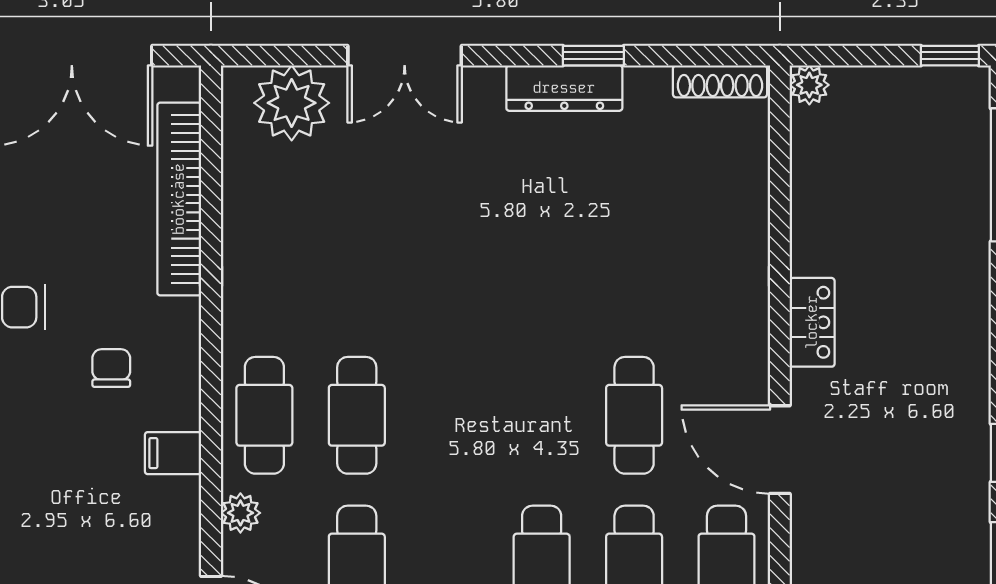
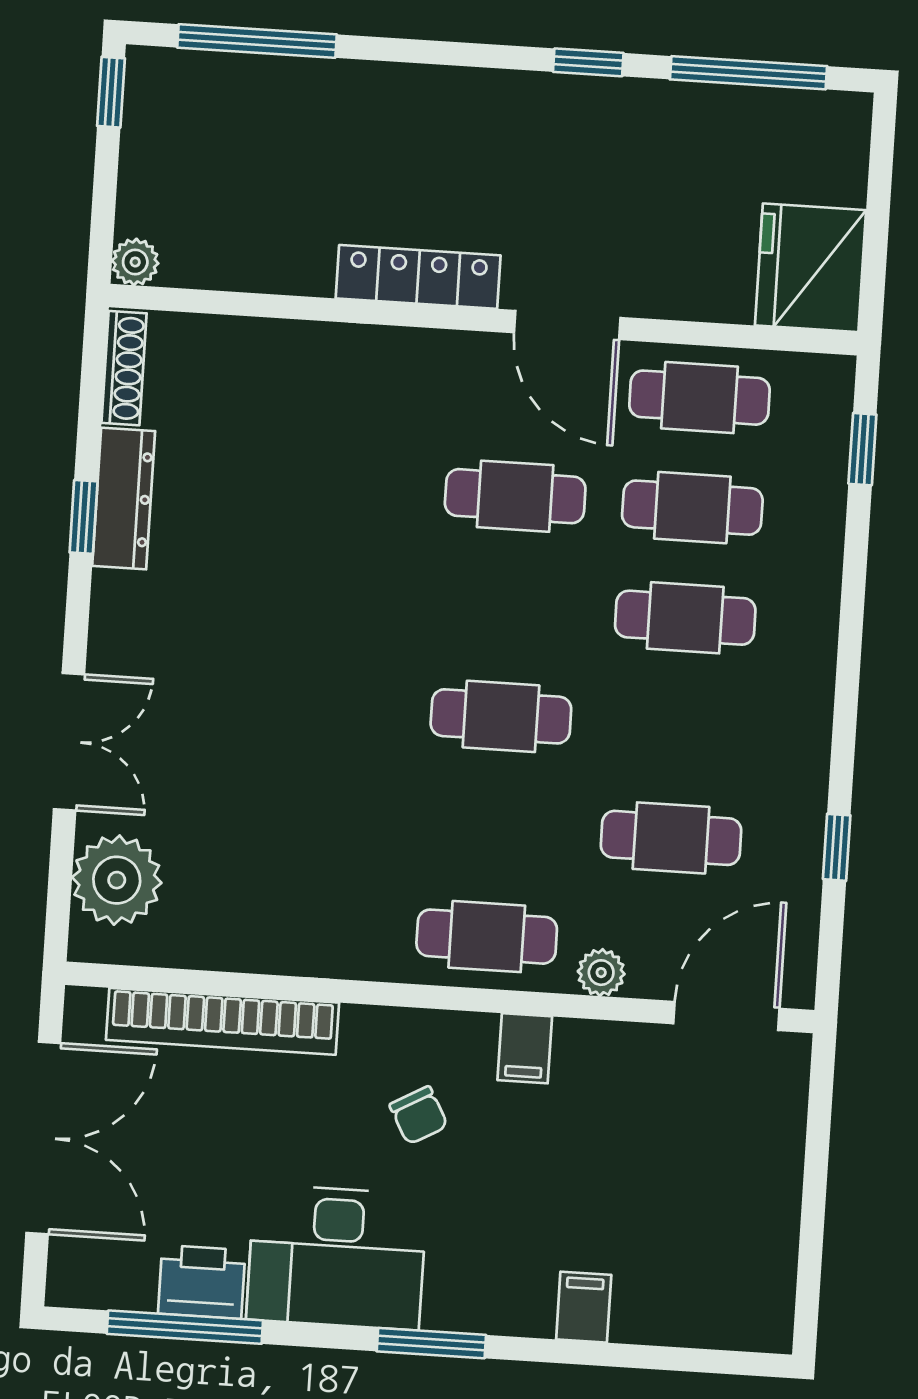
dresser: (564, 88) -> (124, 498), moved
locker: (812, 322) -> (418, 277), width x1.53
chair: (111, 368) -> (419, 1115), turned -119
cafe table: (357, 415) -> (501, 716), moved
door: (780, 450) -> (567, 325), hinge flipped

